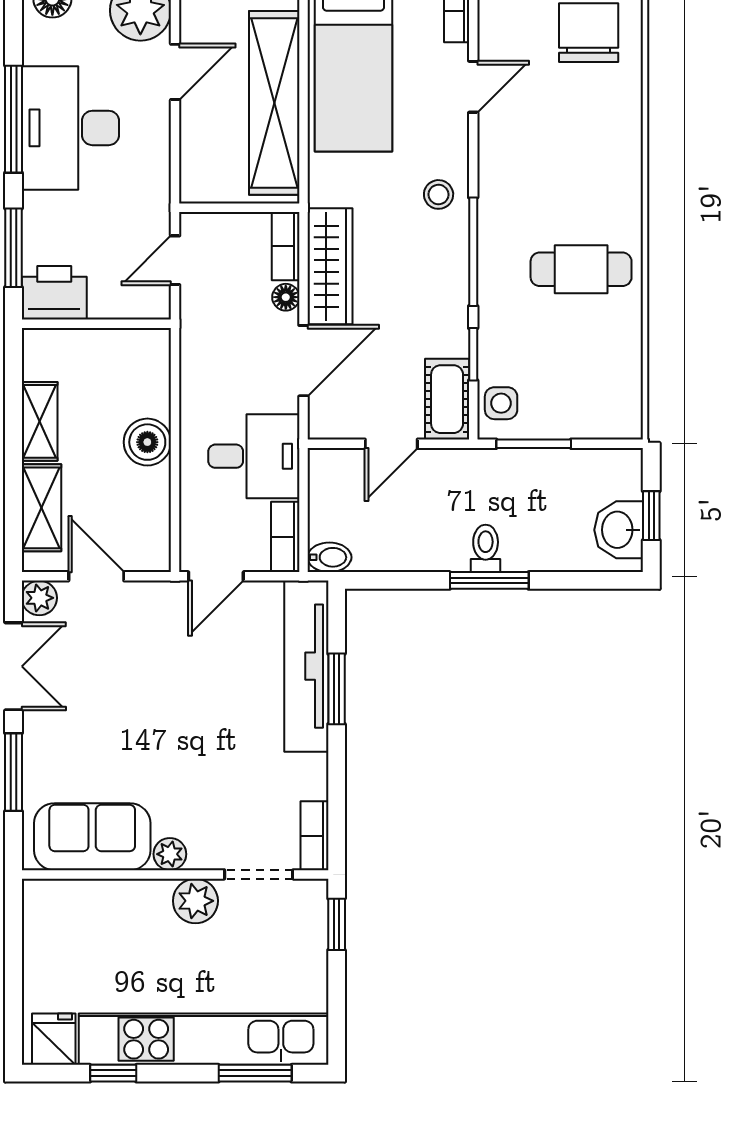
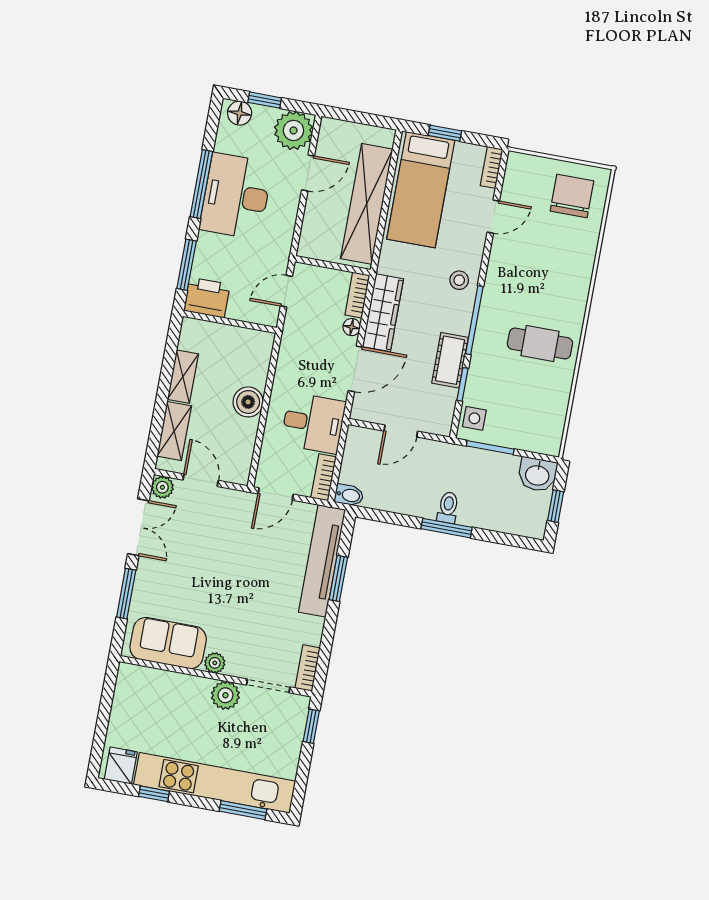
cot: (447, 399) -> (450, 360), moved
washbasin: (619, 530) -> (537, 475), moved, turned -90

